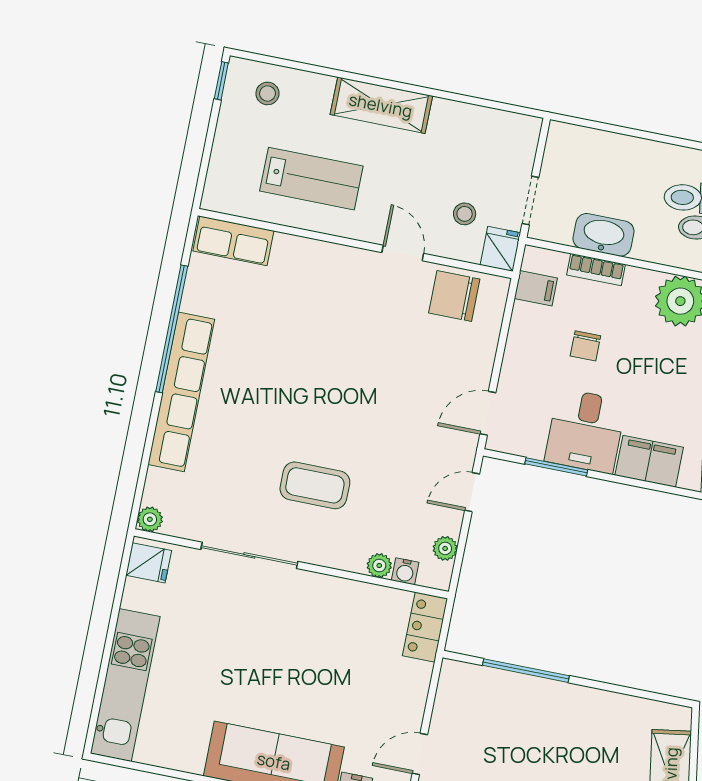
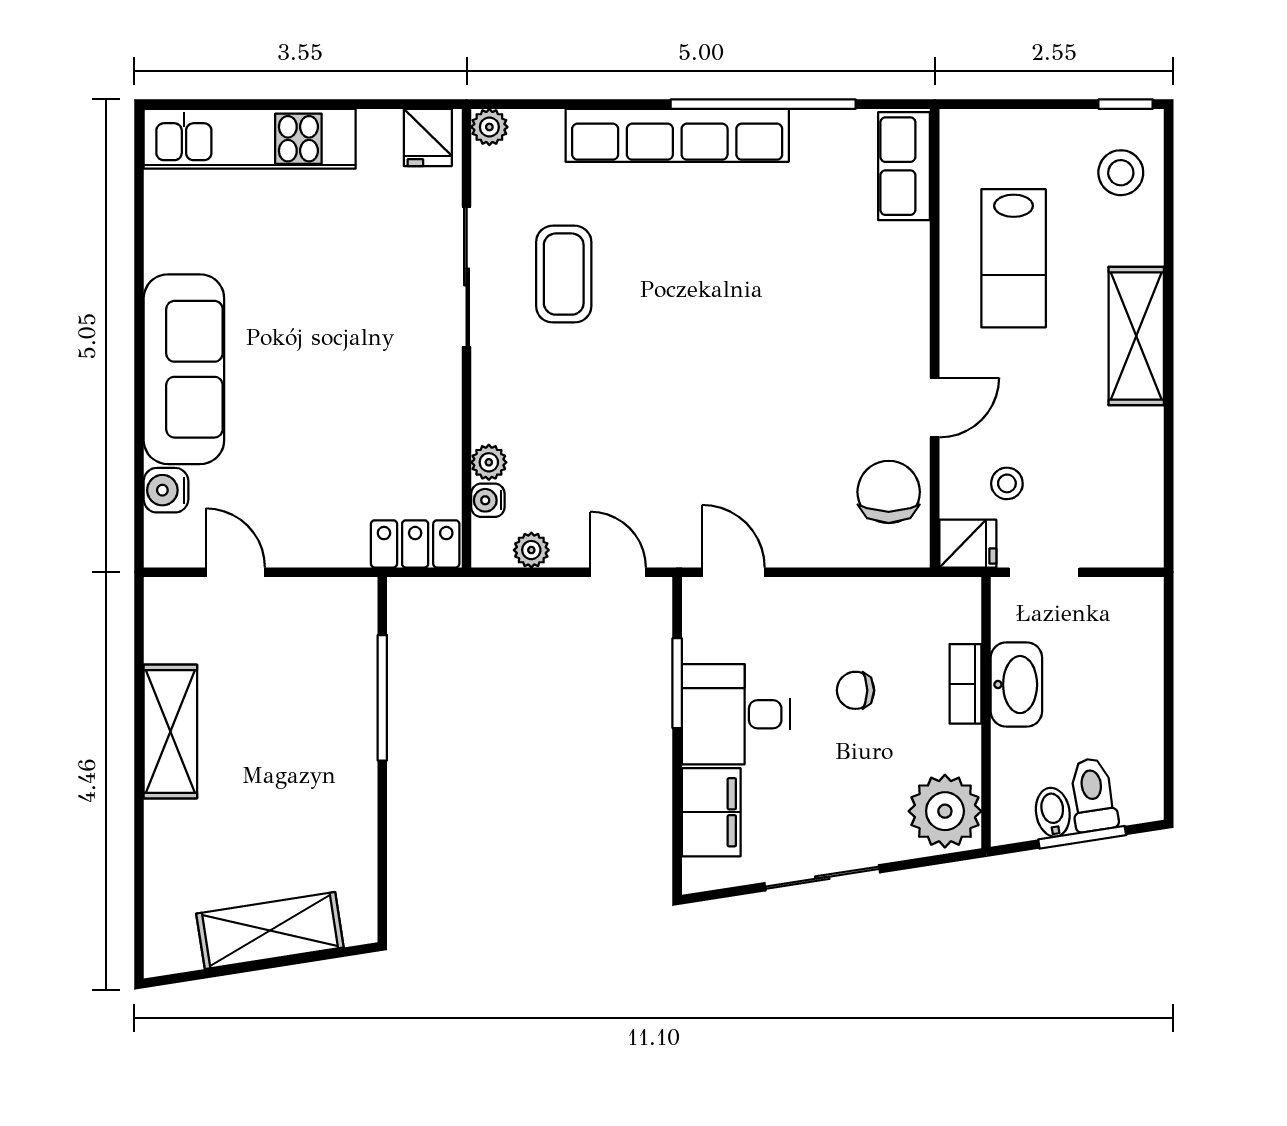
stool: (267, 93) -> (1121, 173), width x1.37, depth x1.37
filing cabinet: (536, 288) -> (922, 604), removed
coffee table: (315, 485) -> (564, 274), moved

